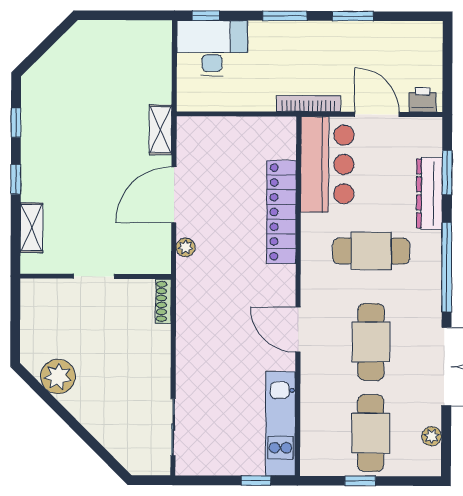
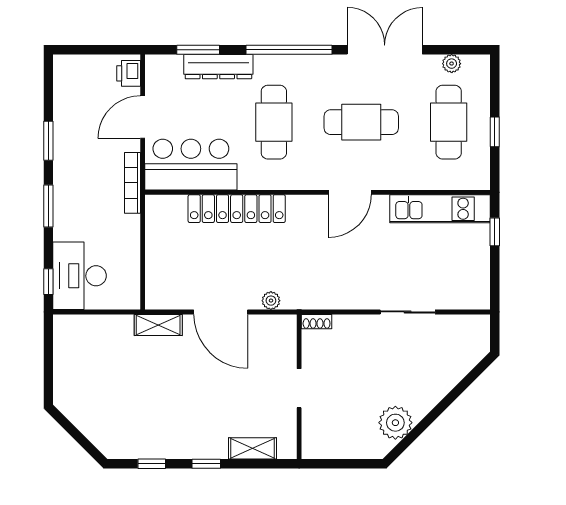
shoe rack: (163, 301) -> (317, 322), width x0.70
sliding door: (173, 427) -> (408, 312), moved
cafe table: (371, 433) -> (449, 122), turned 90

